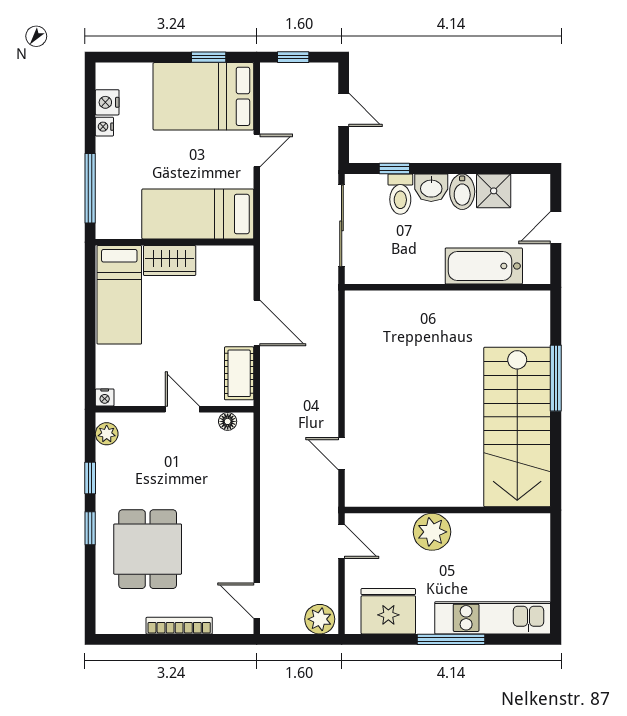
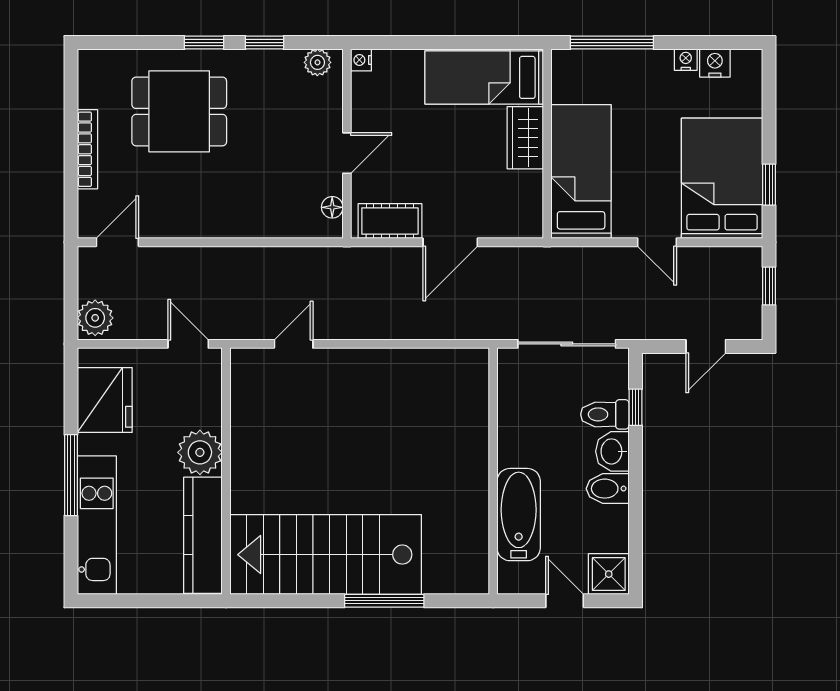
shower: (494, 191) -> (609, 574), moved
kitchen counter: (501, 529) -> (203, 535), added
door: (342, 542) -> (188, 344), swing flipped

